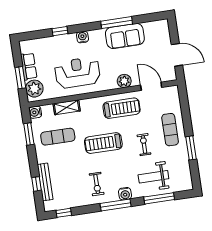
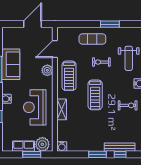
shelving: (67, 107) -> (62, 109), moved
treadmill: (122, 108) -> (69, 76), turned 180
window: (29, 134) -> (98, 154), moved
exercise mat: (58, 137) -> (84, 131), removed

